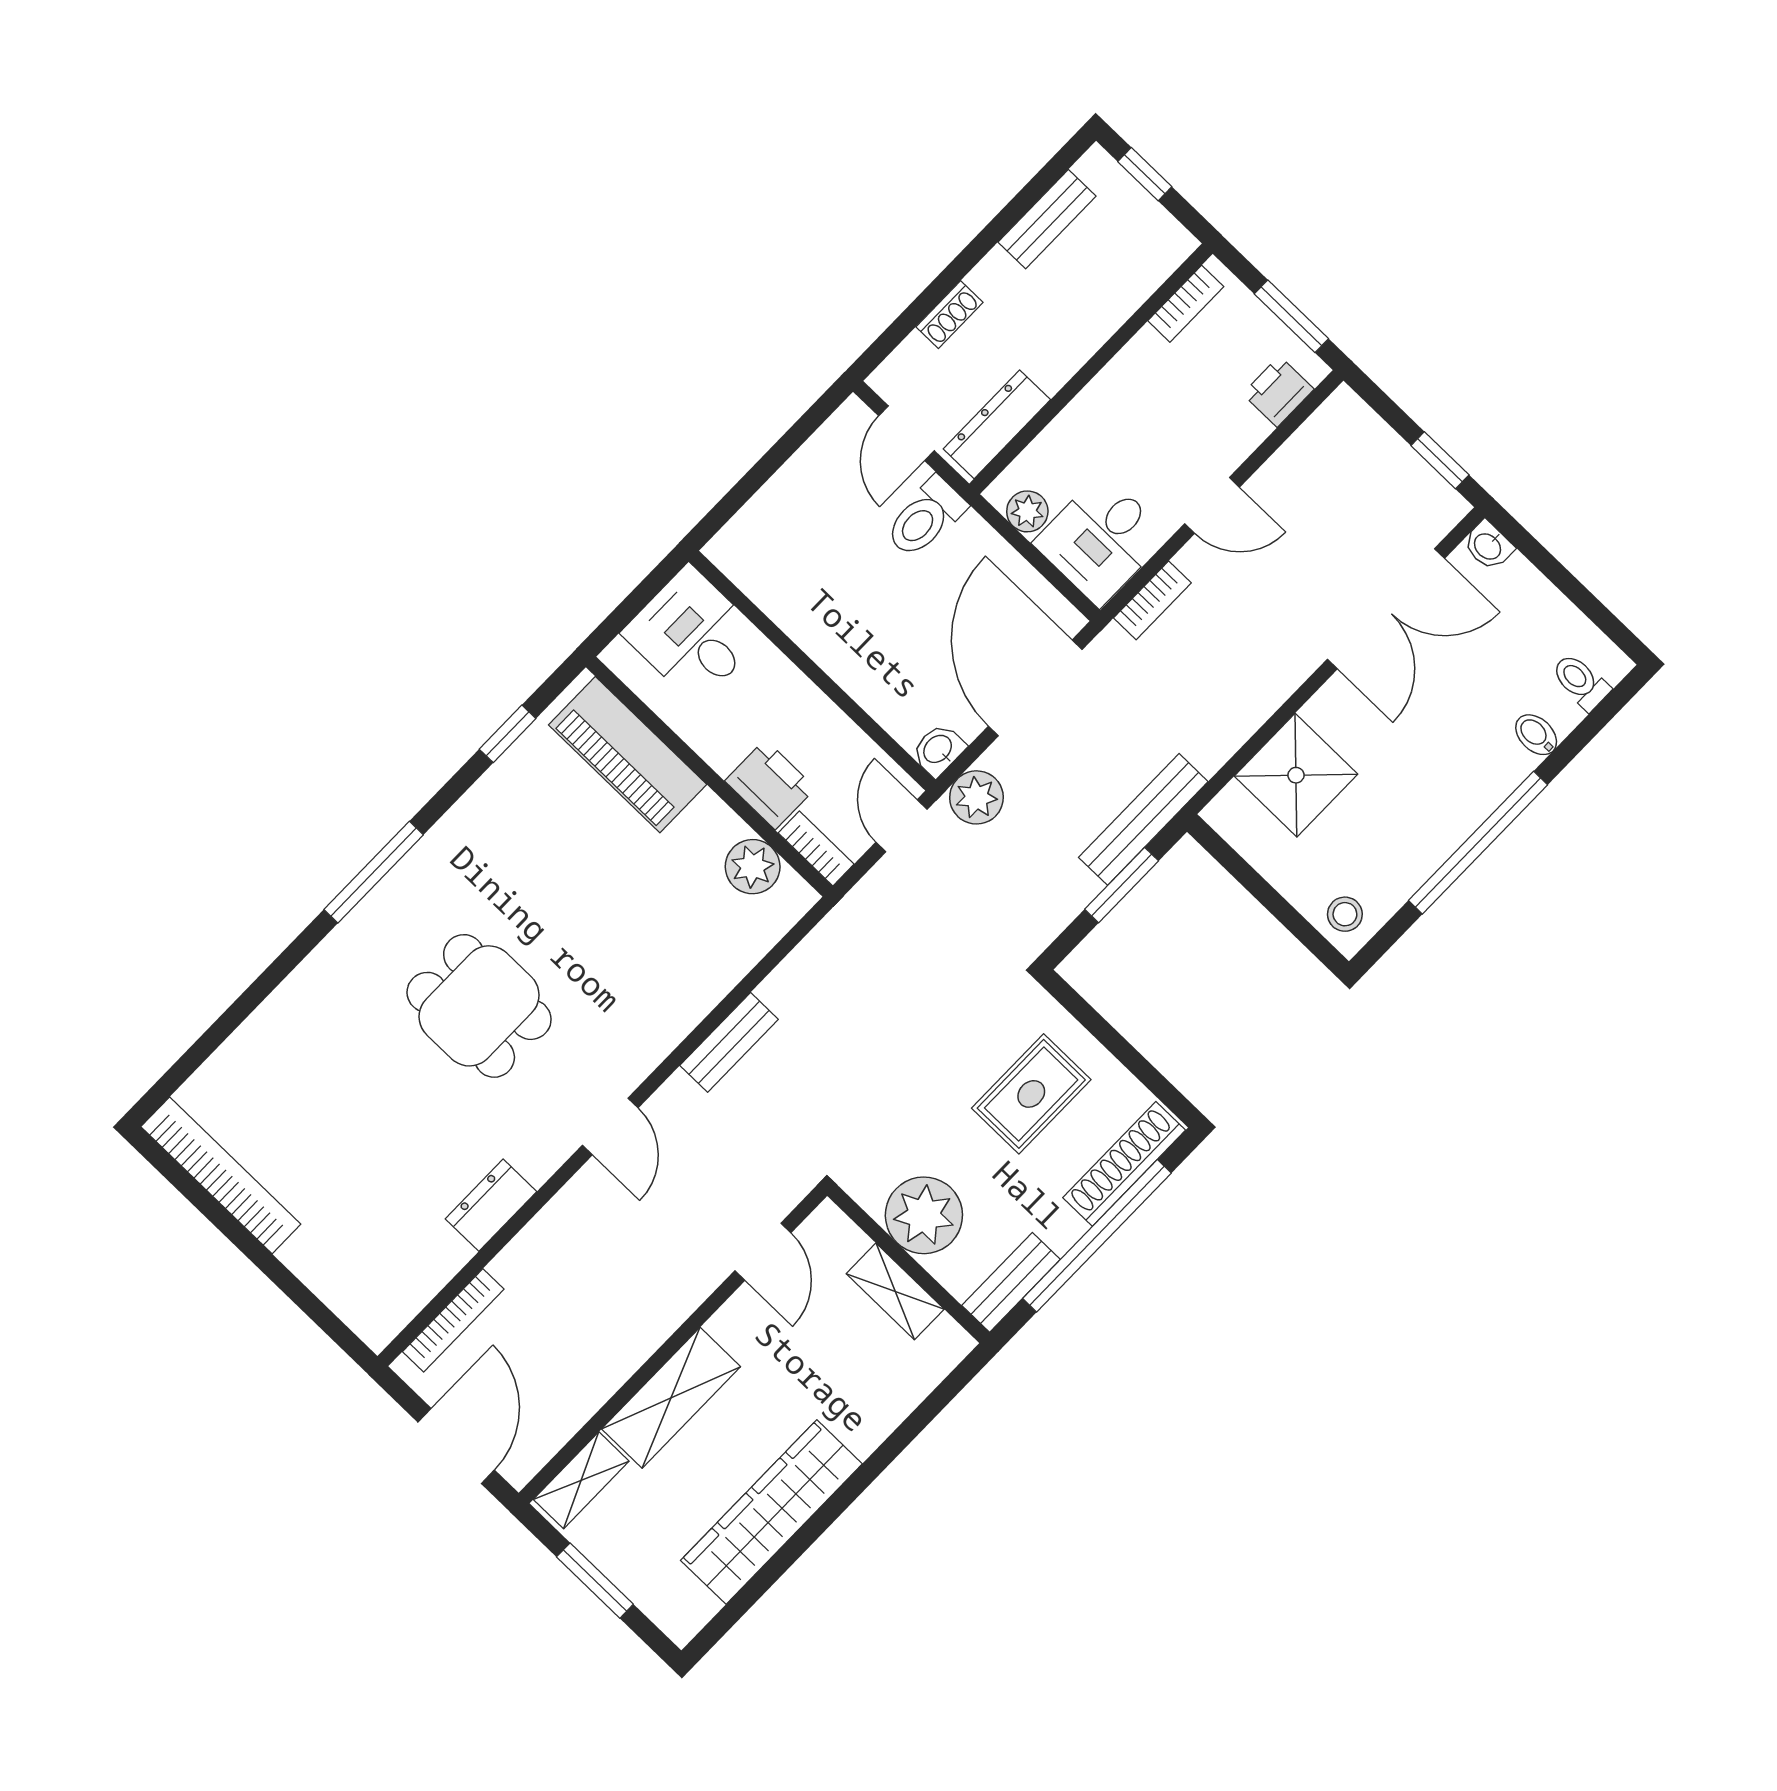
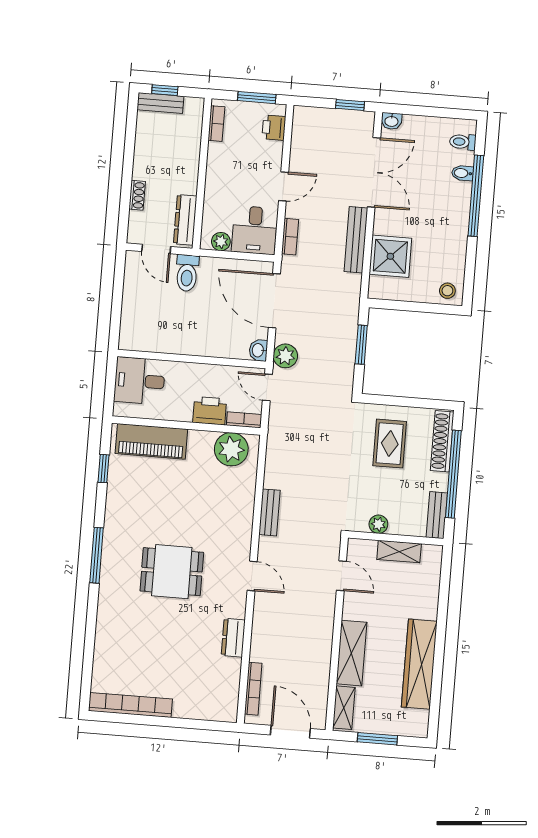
bench: (1047, 219) -> (160, 103), moved, turned 90
bench: (1143, 819) -> (356, 240), moved
window: (1478, 843) -> (476, 196), moved
plant: (753, 867) -> (231, 449), width x1.36, depth x1.36
plant: (924, 1215) -> (378, 524), width x0.53, depth x0.53

